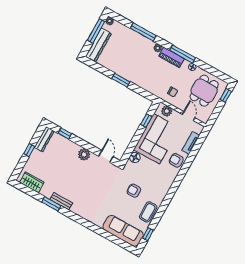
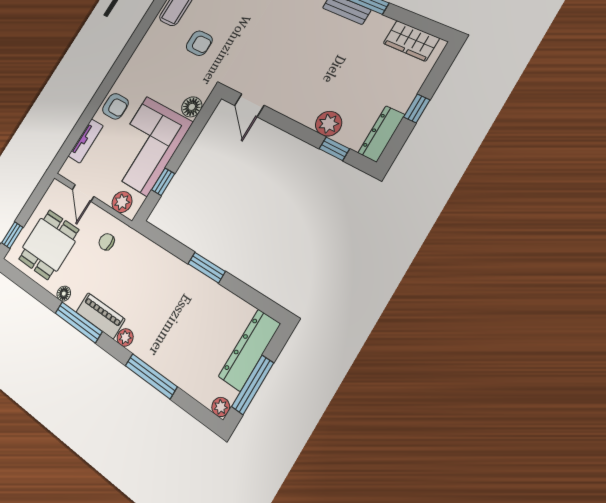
plant: (84, 154) -> (329, 124), moved

